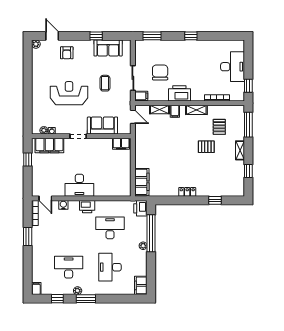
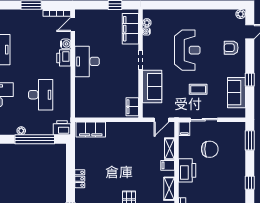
printer: (87, 207) -> (64, 58), moved

